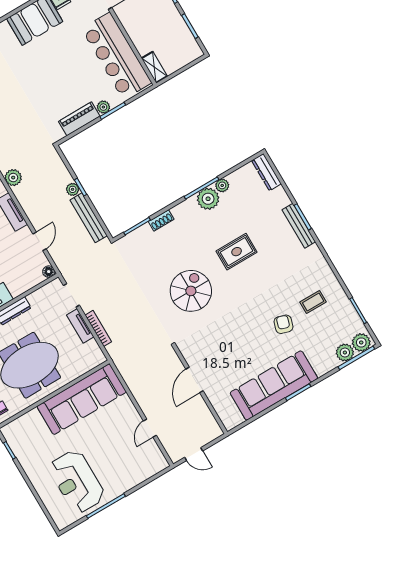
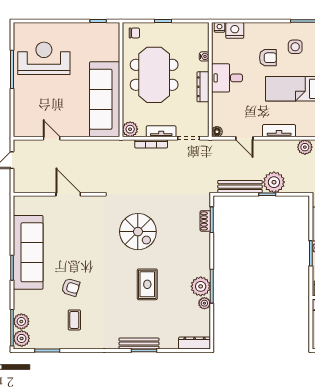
plant: (73, 189) -> (274, 182), width x1.87, depth x1.87
shoe rack: (161, 220) -> (205, 221), moved
plant: (96, 357) -> (130, 129), added

